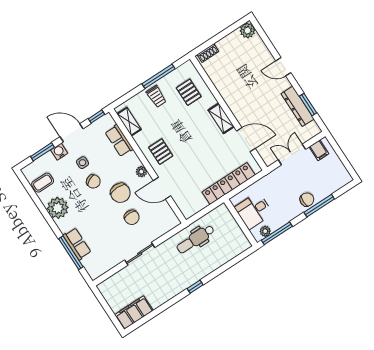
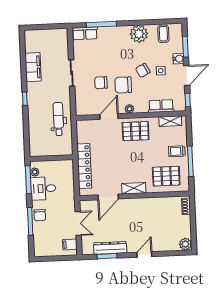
pallet: (189, 92) -> (166, 176), width x1.50, depth x1.42
pallet: (161, 152) -> (136, 131), width x1.50, depth x1.42
desk: (254, 211) -> (43, 188), moved, turned -90
row of seats: (77, 244) -> (85, 33), moved
filing cabinet: (134, 313) -> (33, 67), moved

